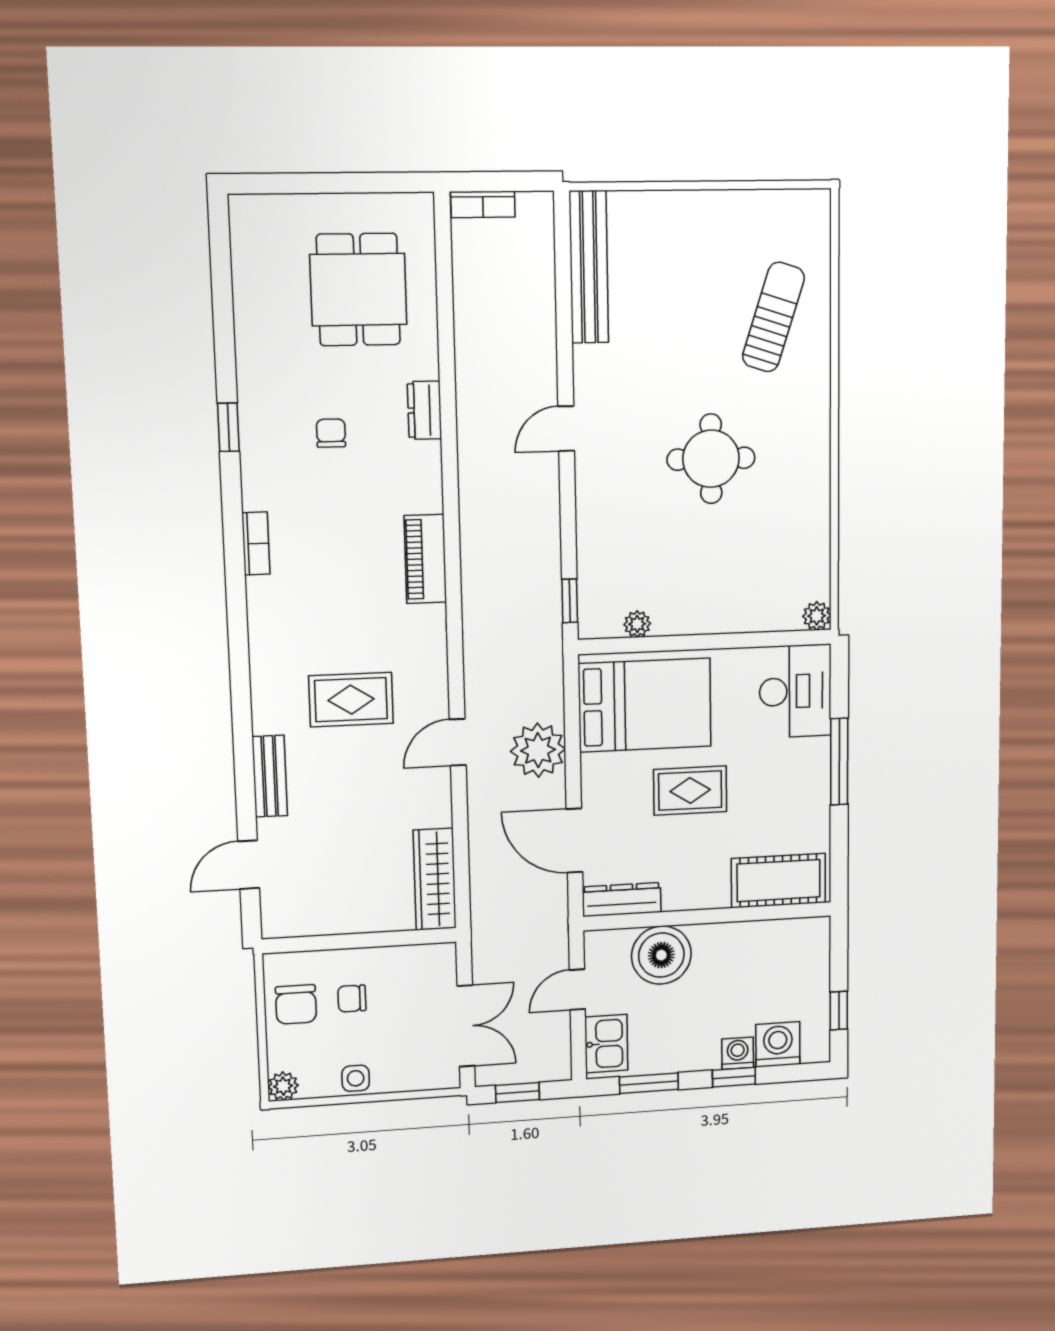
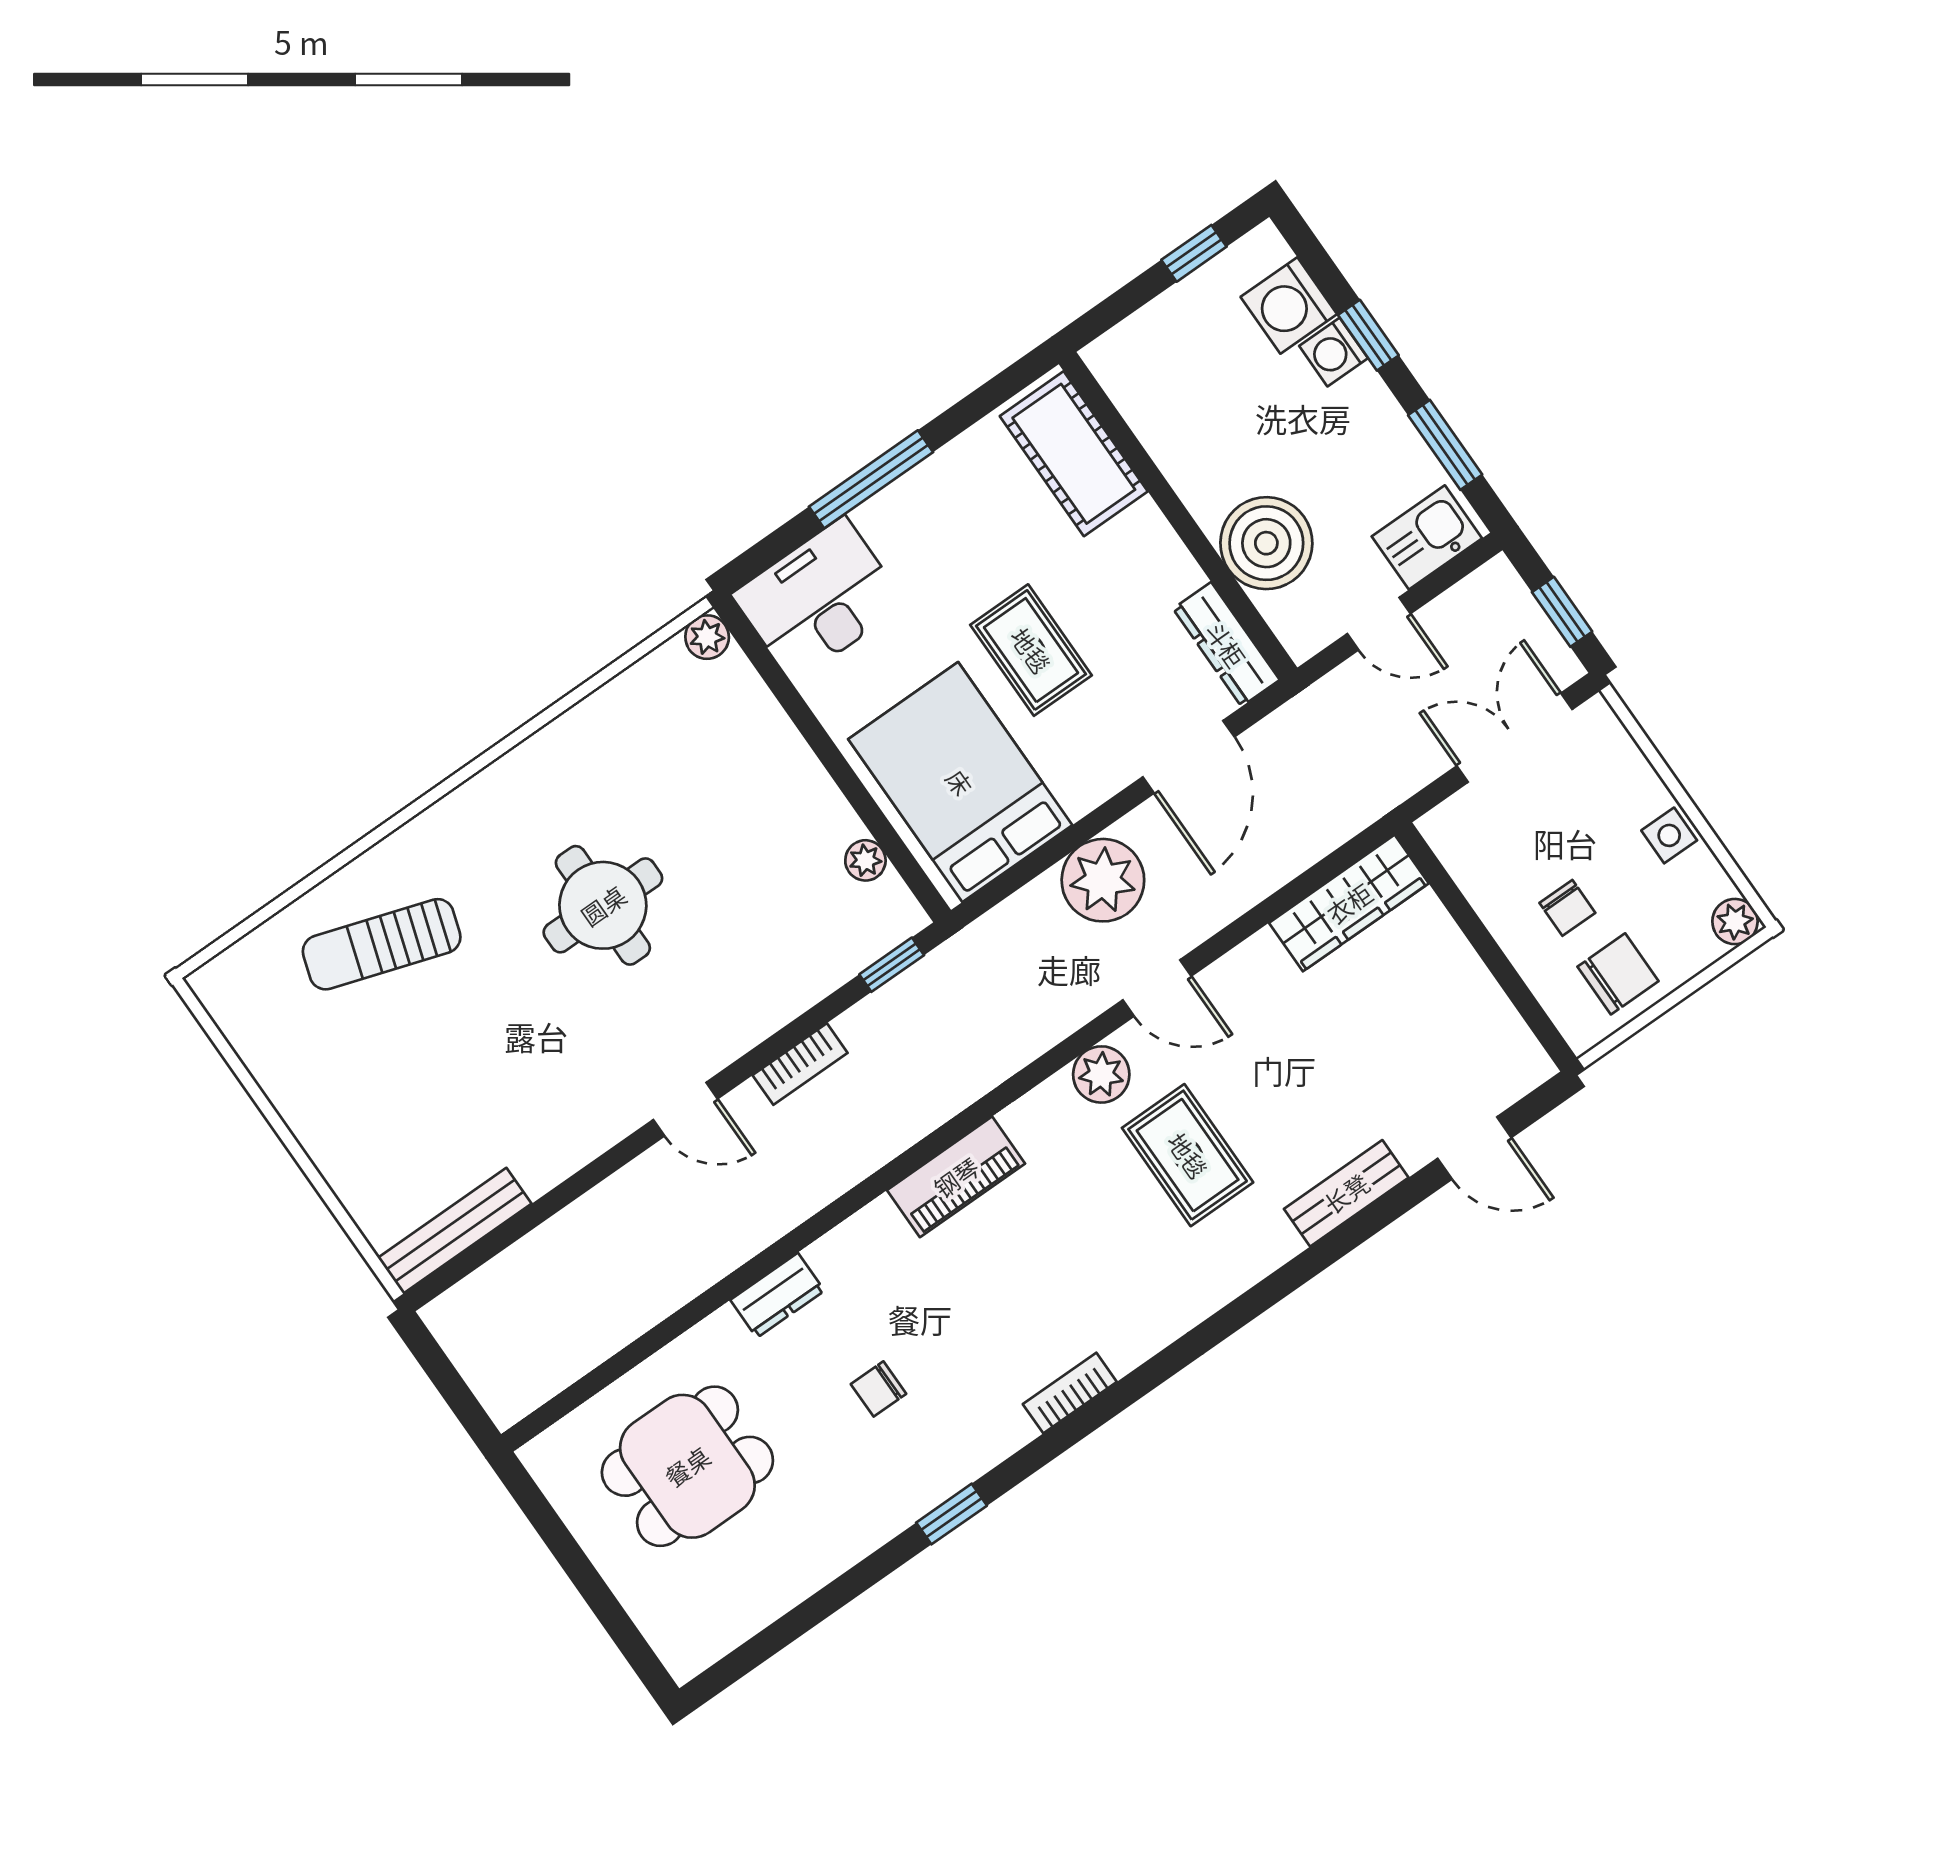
bookcase: (483, 204) -> (800, 1064), moved, turned 90
bench: (589, 267) -> (455, 1231), width x0.73, depth x0.82
plant: (429, 680) -> (1101, 1074), added

